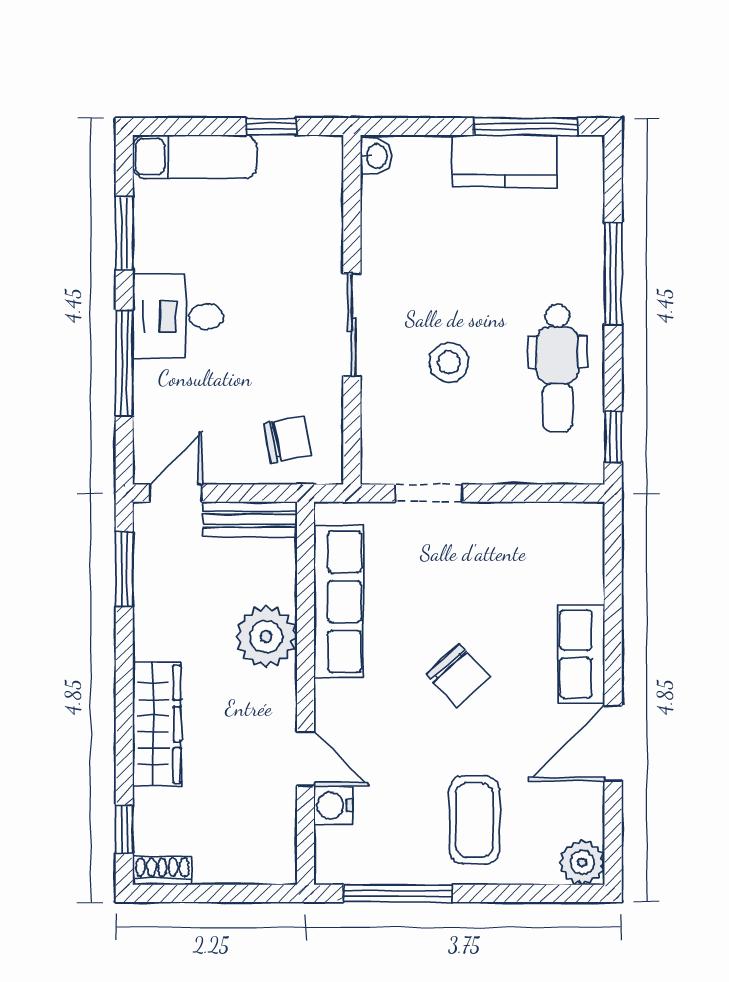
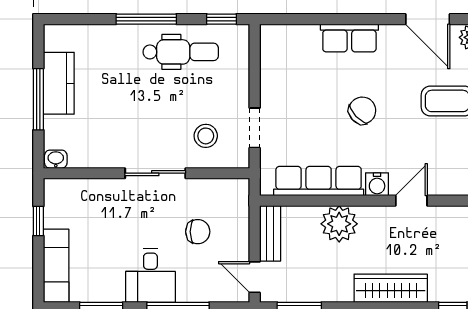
window: (526, 126) -> (38, 99), moved
window: (613, 273) -> (146, 19), moved
stool: (449, 362) -> (206, 136), moved
chair: (287, 439) -> (198, 232), moved, turned 101
door: (613, 743) -> (428, 19), moved
water cooler: (333, 806) -> (377, 184), moved

